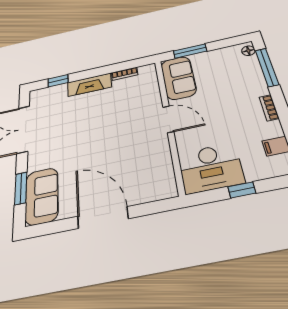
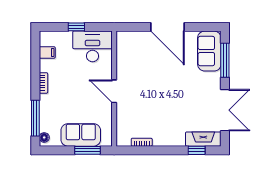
sofa: (178, 78) -> (81, 135), moved, turned 90
fireplace: (89, 85) -> (203, 139), moved
window: (21, 188) -> (225, 60), width x1.44

